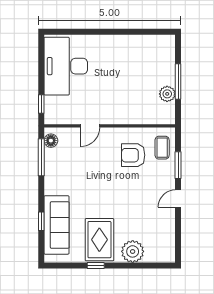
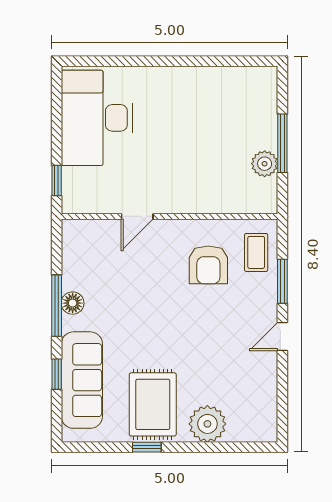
floor lamp: (51, 141) -> (73, 303), moved
armchair: (133, 155) -> (208, 265), turned -90
window: (41, 157) -> (57, 306), moved

